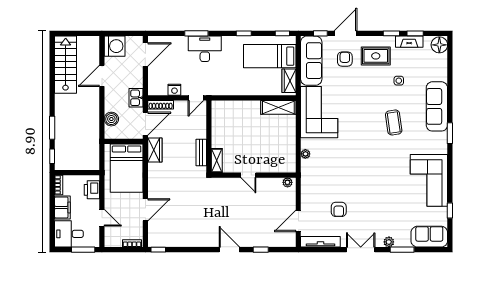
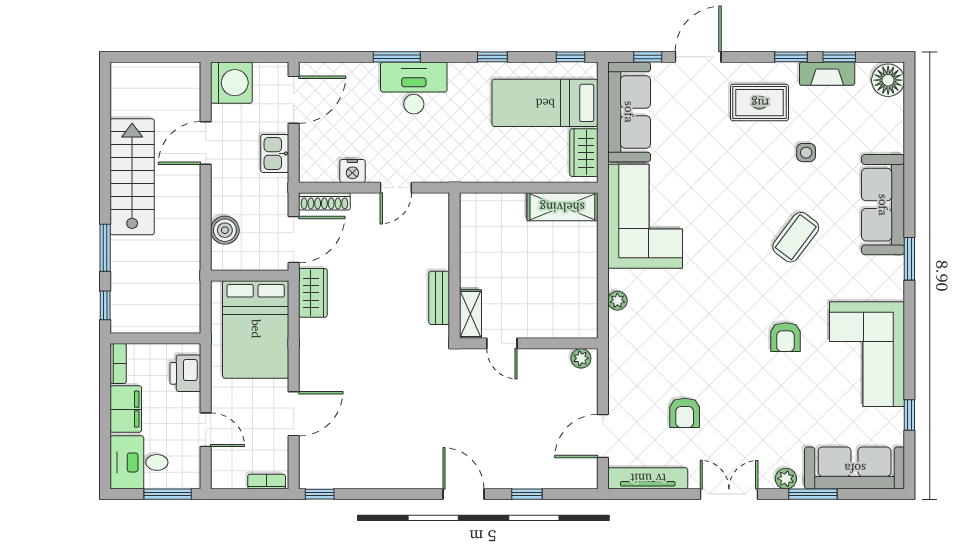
armchair: (345, 59) -> (786, 337), moved, turned 180
stairs: (66, 65) -> (132, 177), moved
kitchen sink: (136, 98) -> (275, 153), moved
coffee table: (394, 122) -> (796, 237), turned 45
wall: (209, 137) -> (455, 265), moved
bench: (201, 153) -> (439, 298), moved
shelving: (217, 161) -> (470, 314), moved
sofa: (429, 237) -> (855, 468), width x1.36

